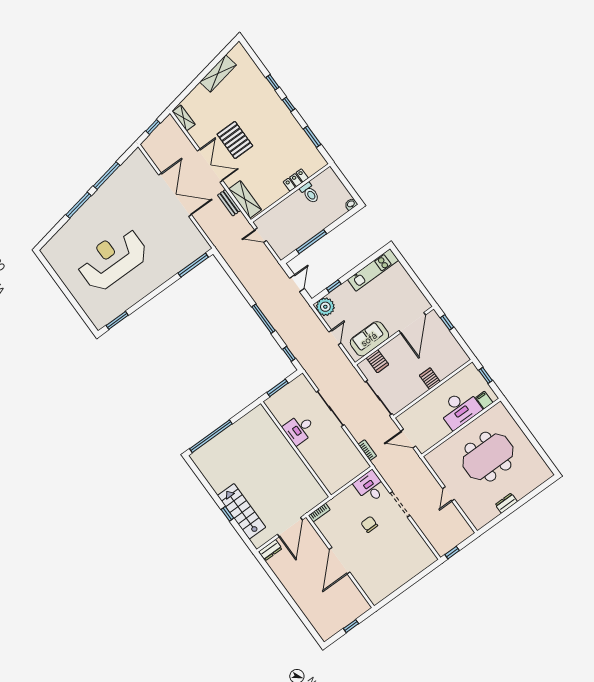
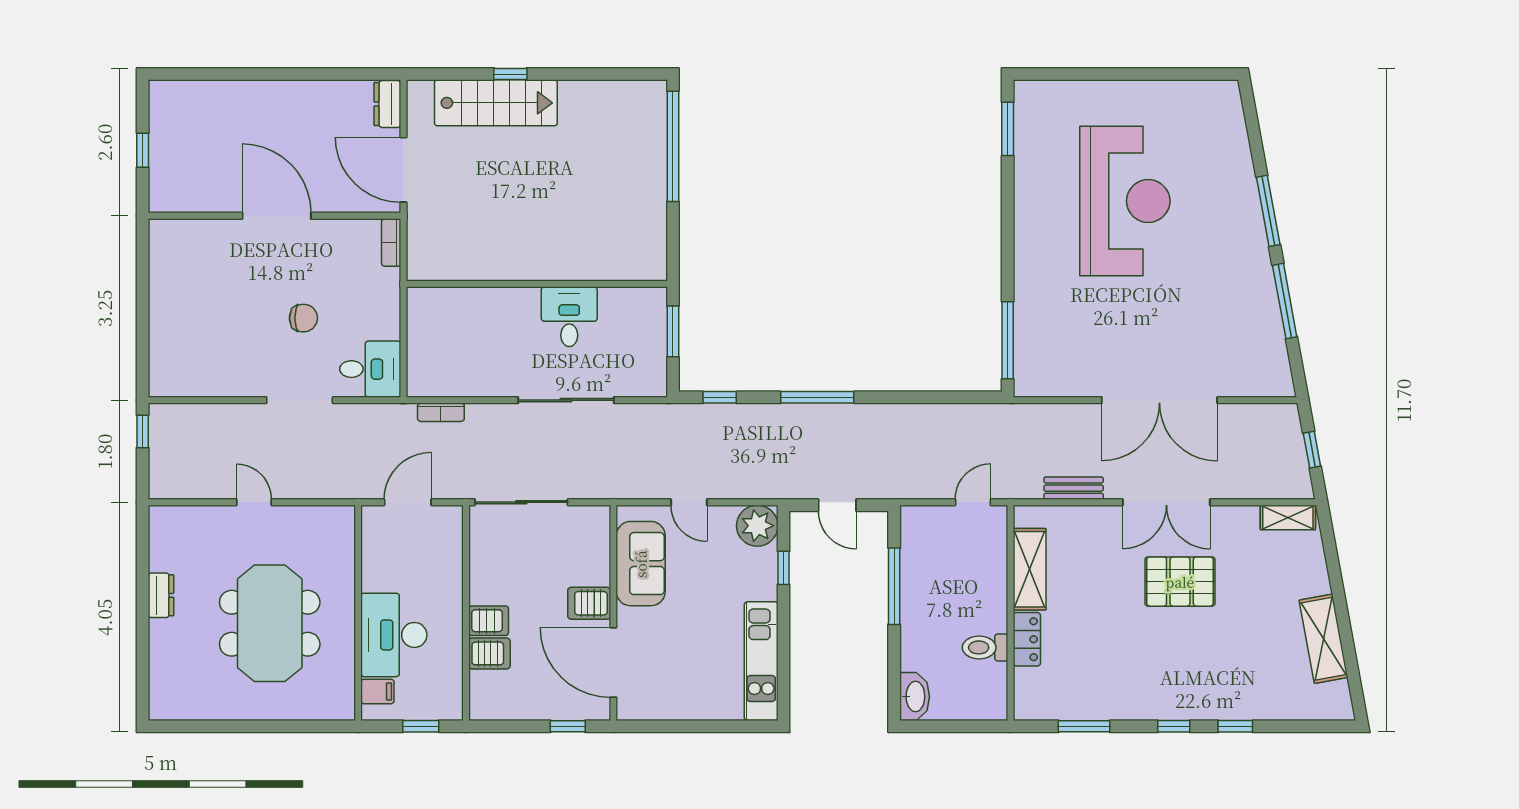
shelving: (245, 199) -> (1030, 569), moved, turned 90
washbasin: (351, 204) -> (915, 697), width x1.91, depth x1.45
server rack: (378, 361) -> (589, 603), moved
server rack: (441, 370) -> (489, 653), added

